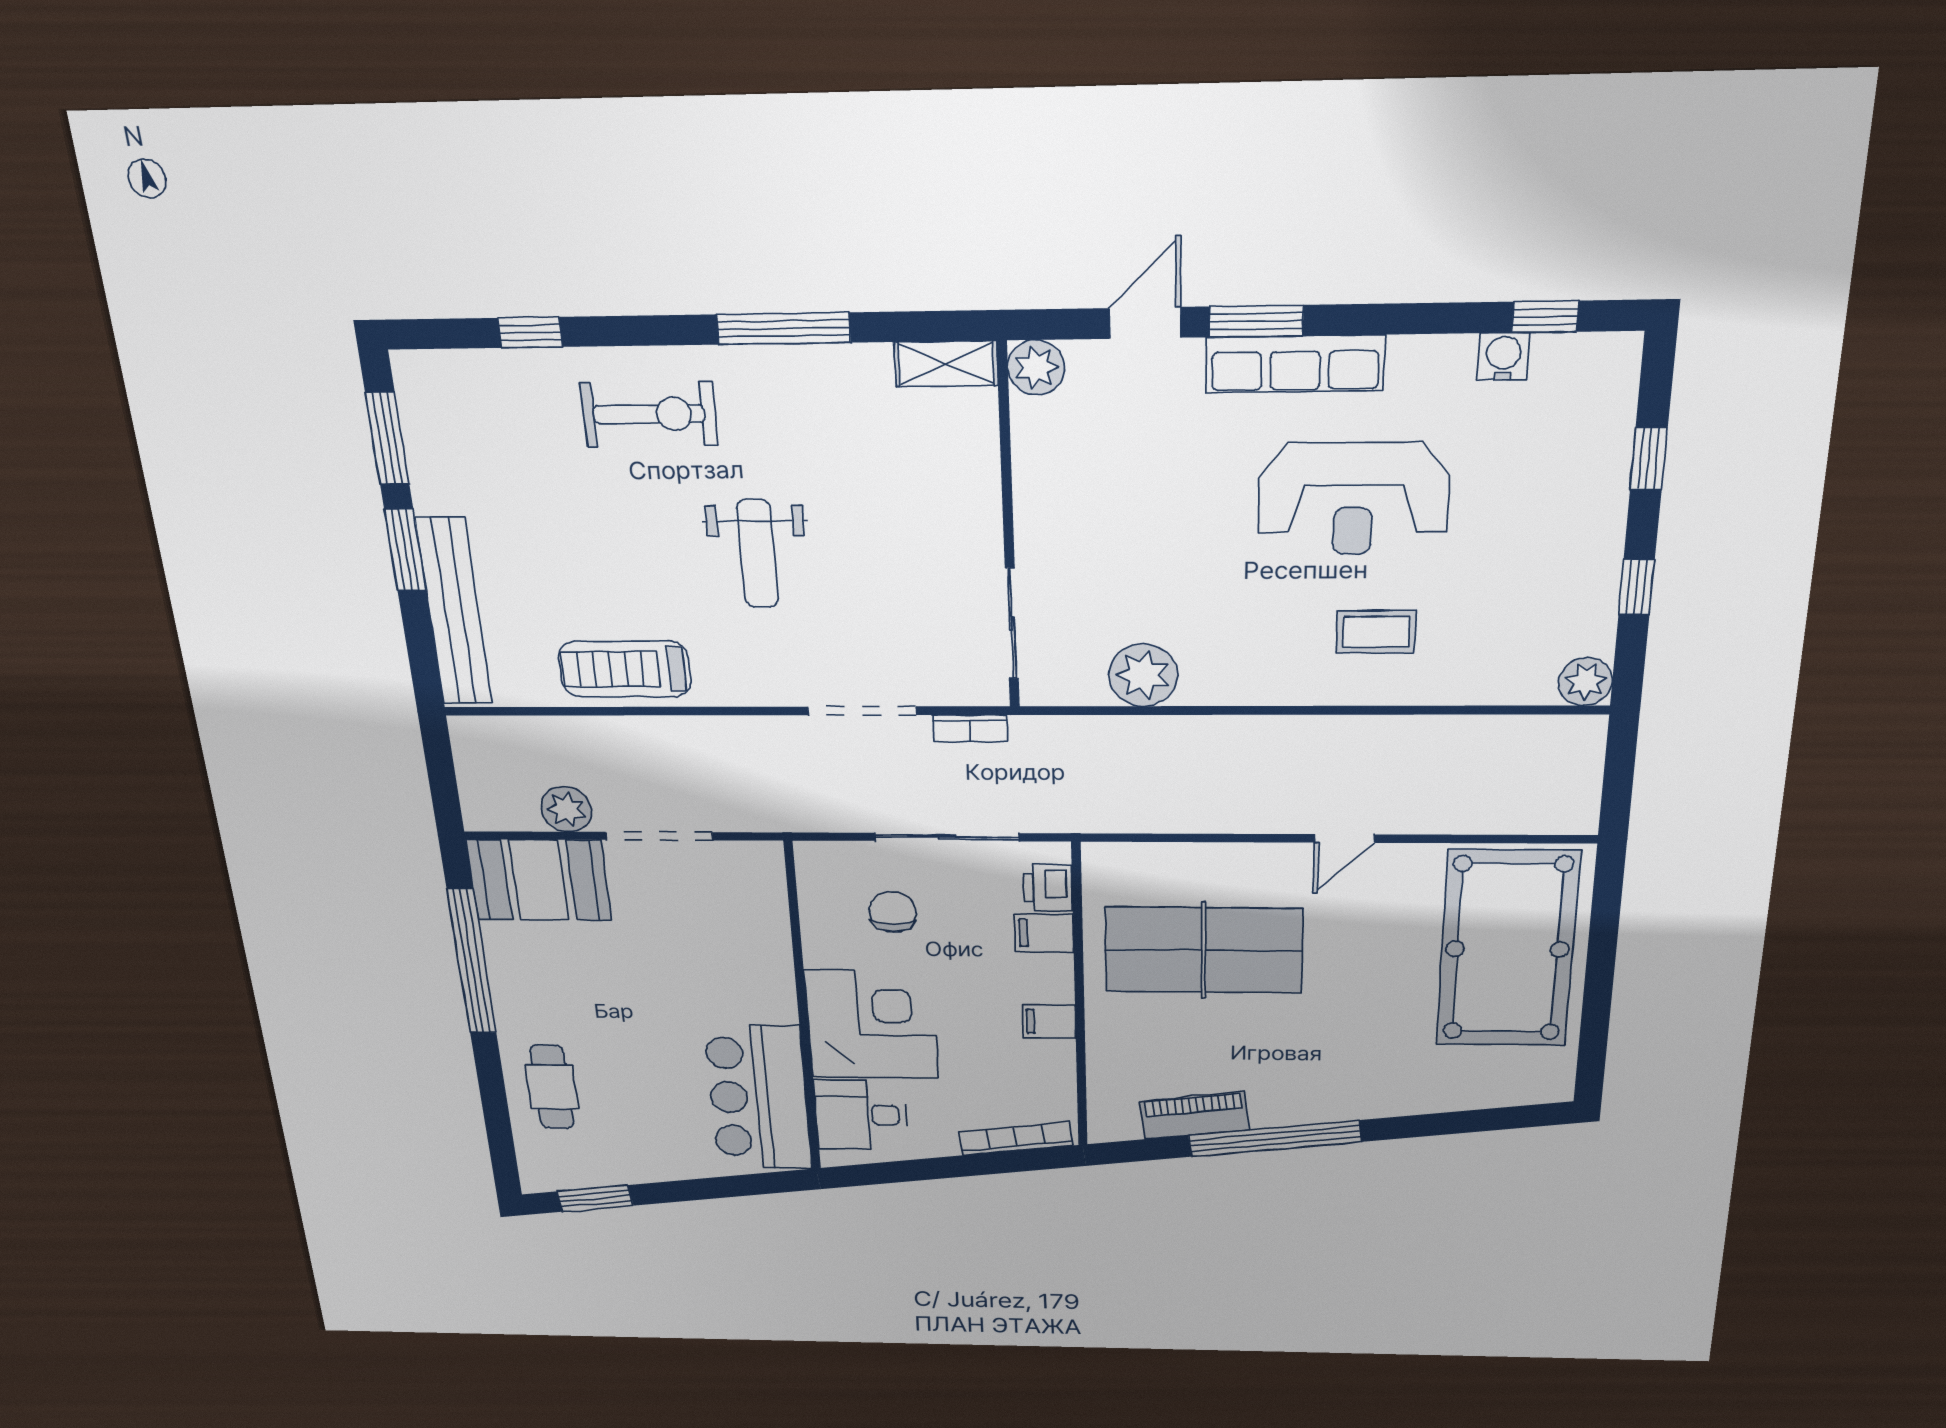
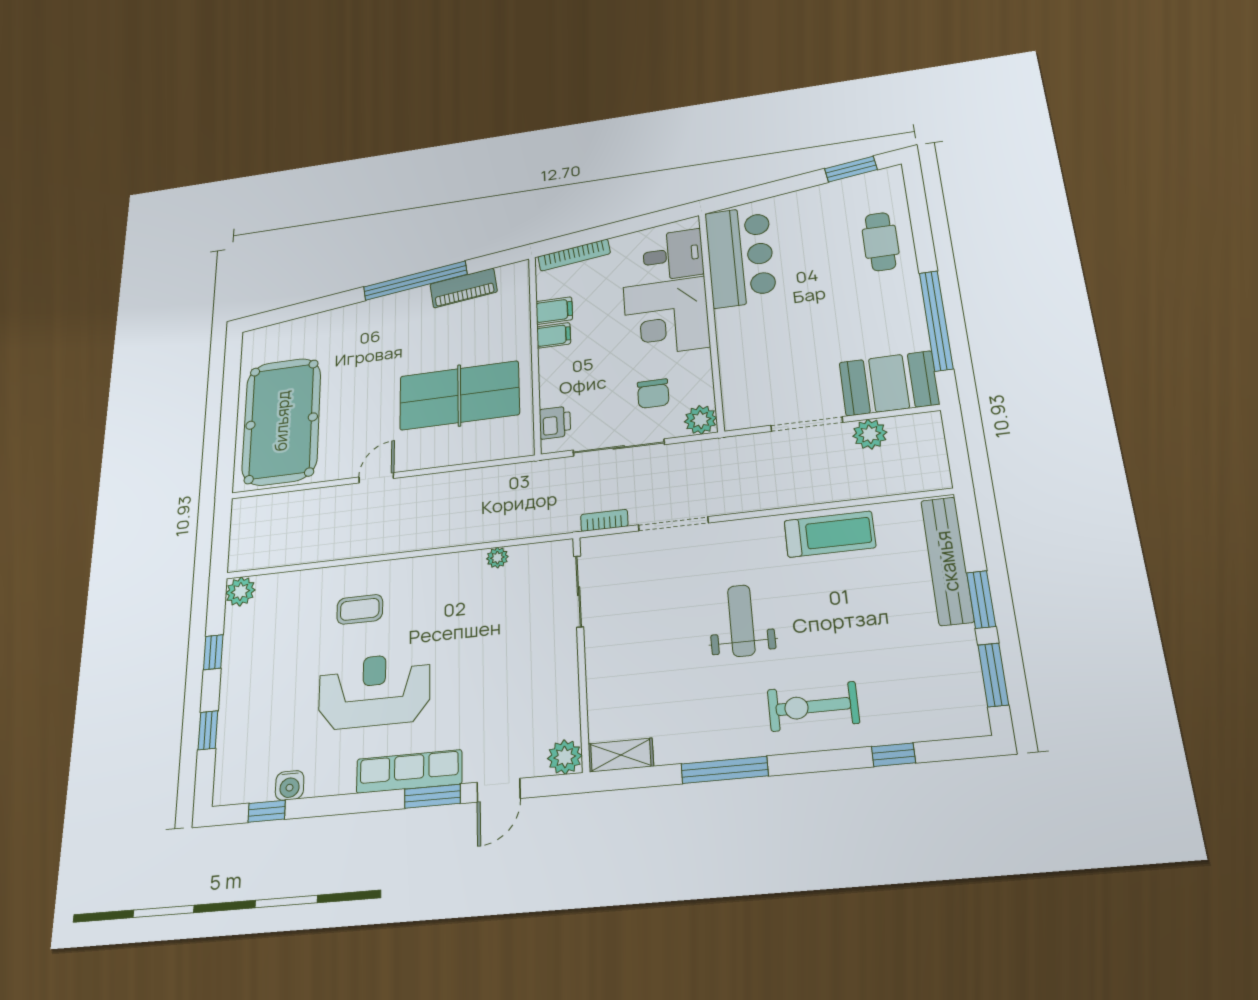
plant: (1143, 675) -> (497, 558), width x0.53, depth x0.53
plant: (819, 863) -> (701, 420), added
filing cabinet: (1044, 933) -> (554, 311), moved

